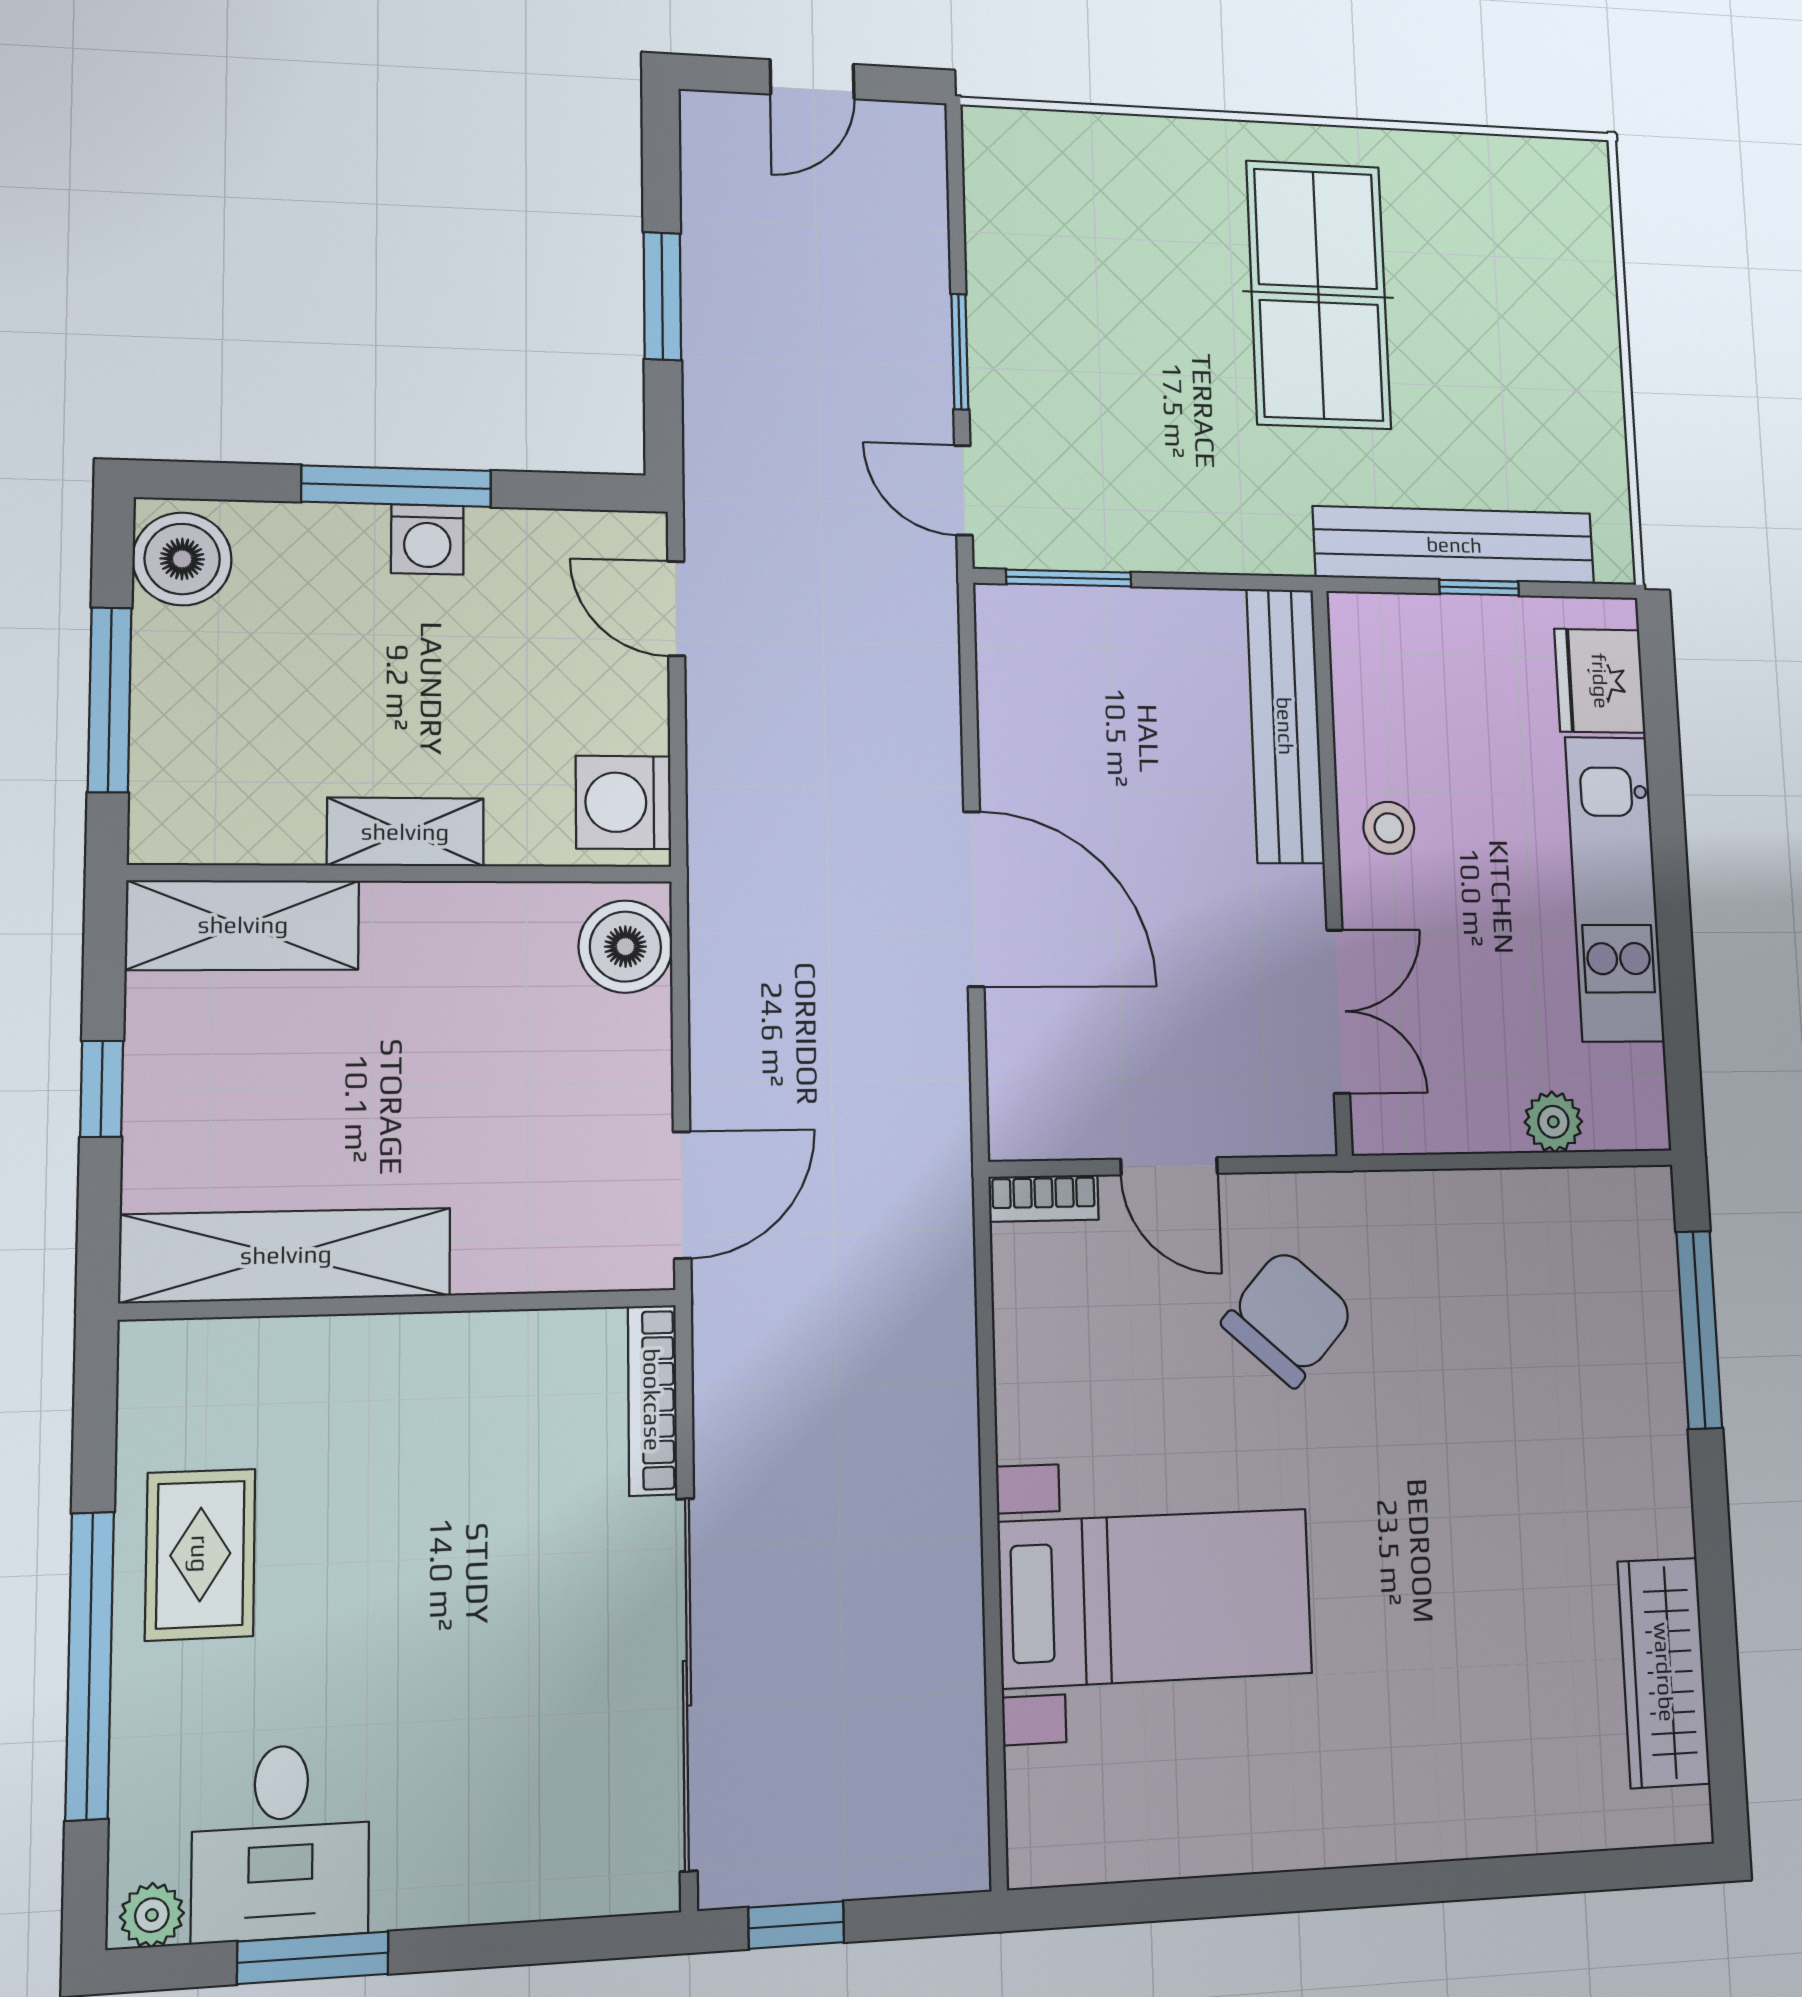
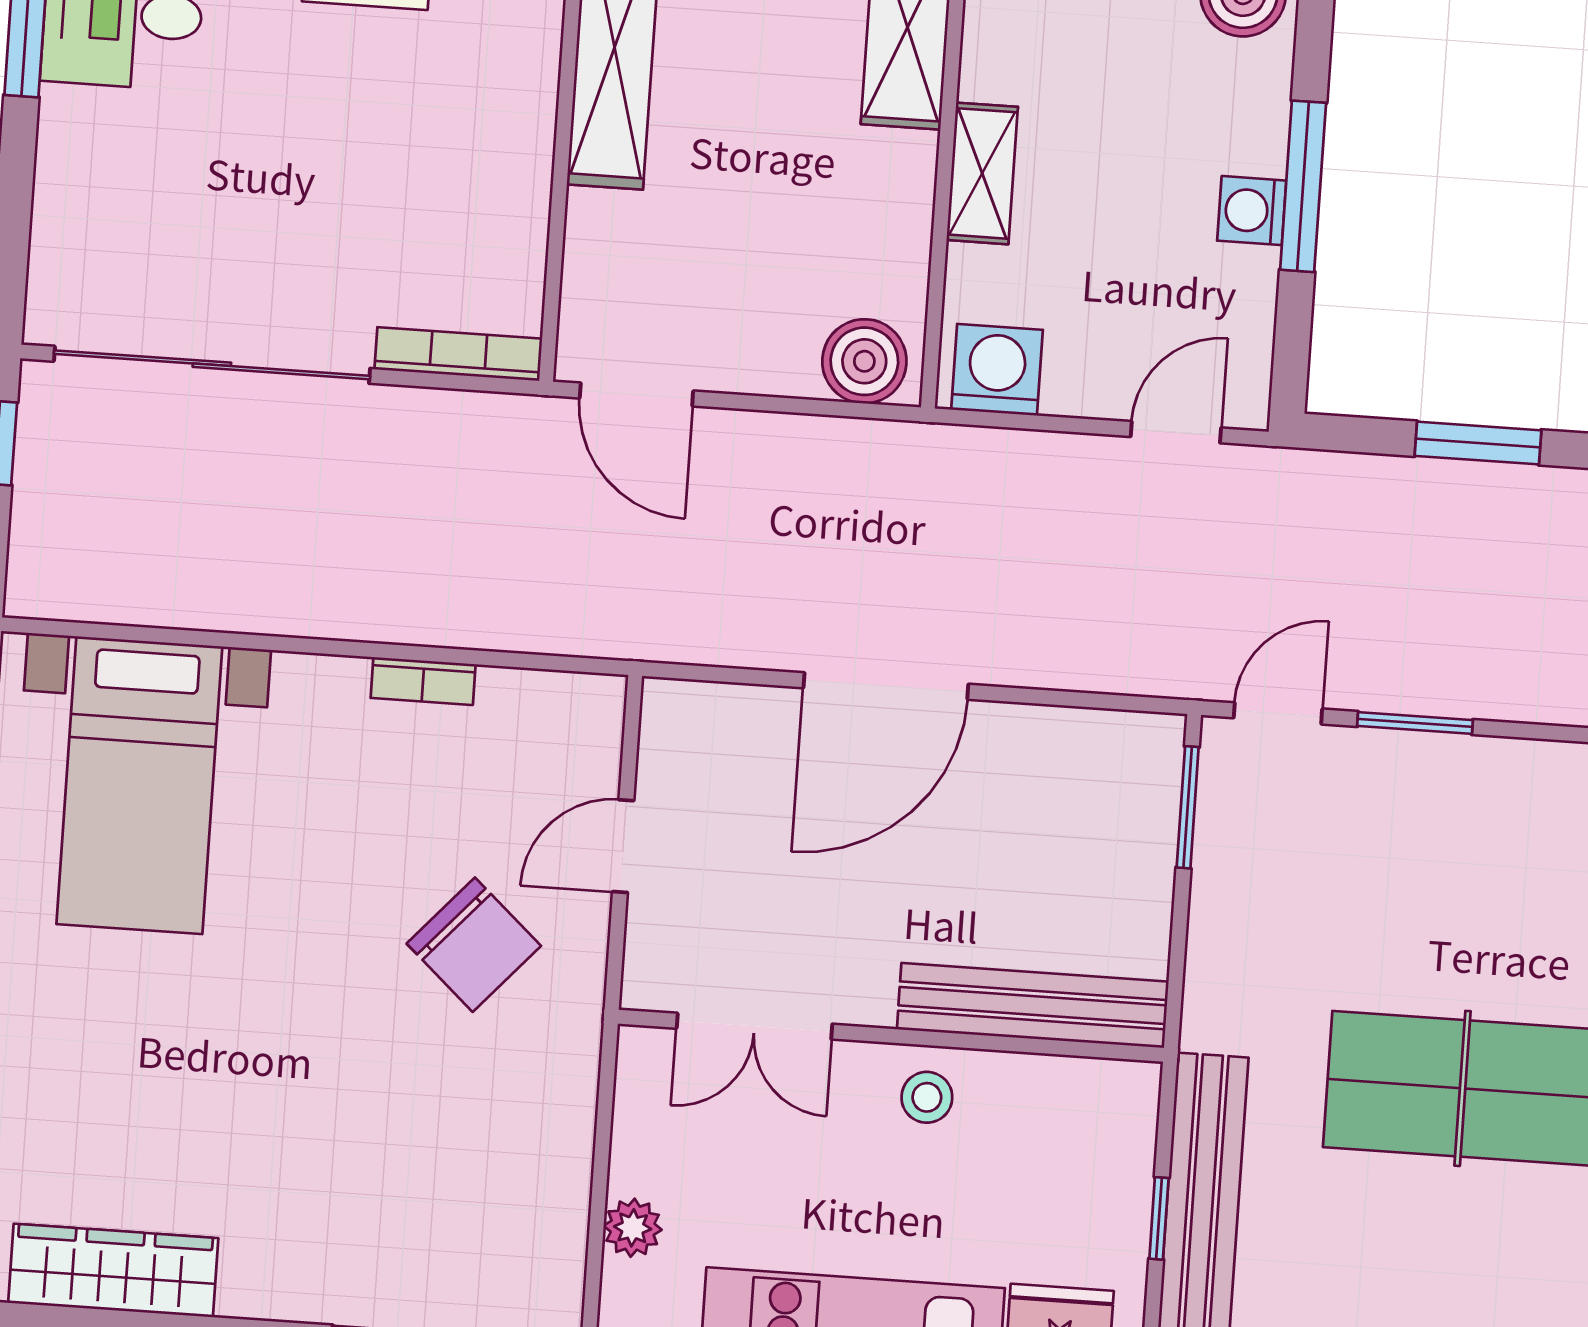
bookcase: (1044, 1198) -> (423, 681), moved, turned -90
bed with nightstands: (1156, 1598) -> (139, 785), moved

